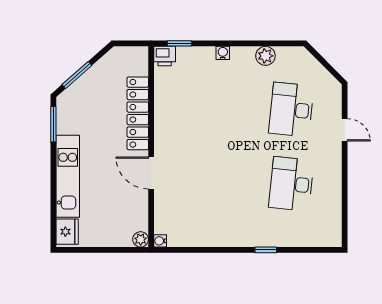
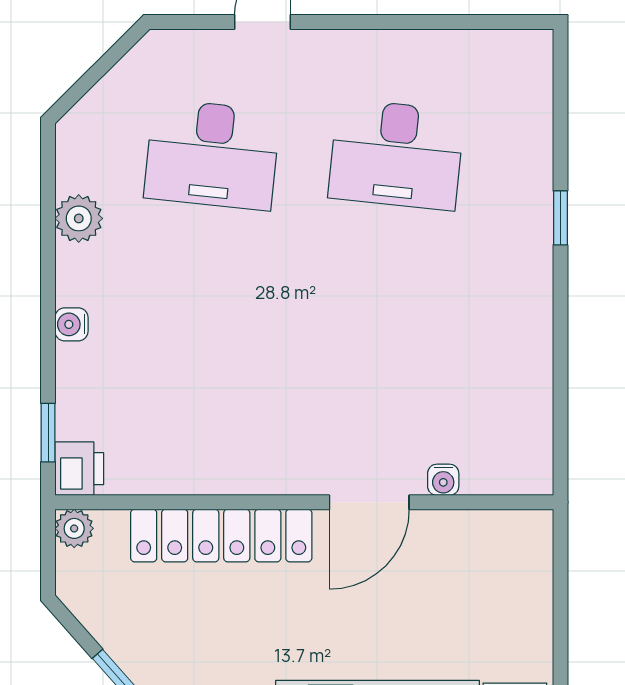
plant: (141, 239) -> (74, 528), moved
water cooler: (160, 241) -> (443, 480), moved

